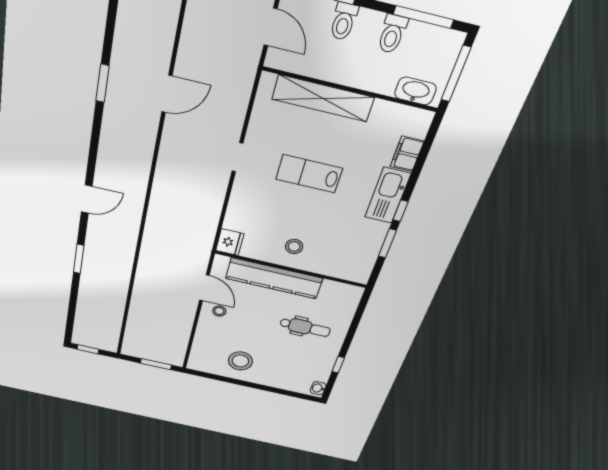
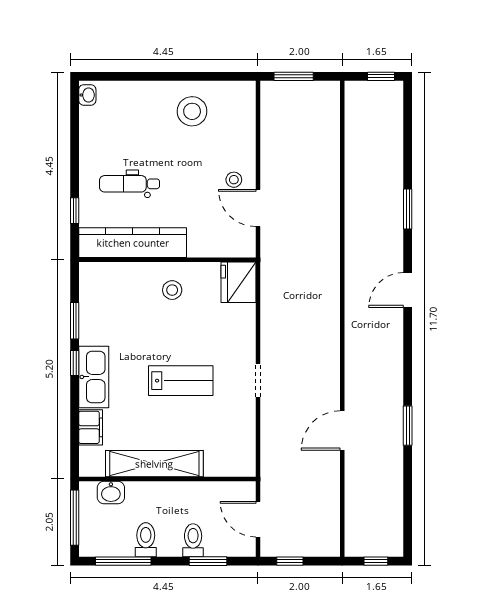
washbasin: (415, 91) -> (111, 492), width x0.72
shelving: (323, 98) -> (154, 464), moved
fridge: (230, 242) -> (239, 282), width x1.36, depth x1.34
kitchen counter: (274, 278) -> (133, 243), moved
window: (338, 365) -> (75, 211), moved

